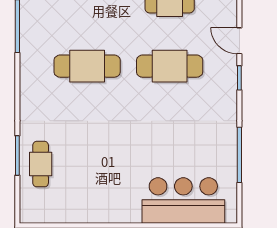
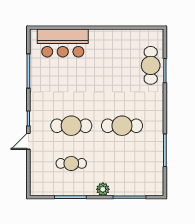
door: (239, 41) -> (28, 141), swing flipped
cafe table: (41, 164) -> (151, 65), width x1.37, depth x1.35

